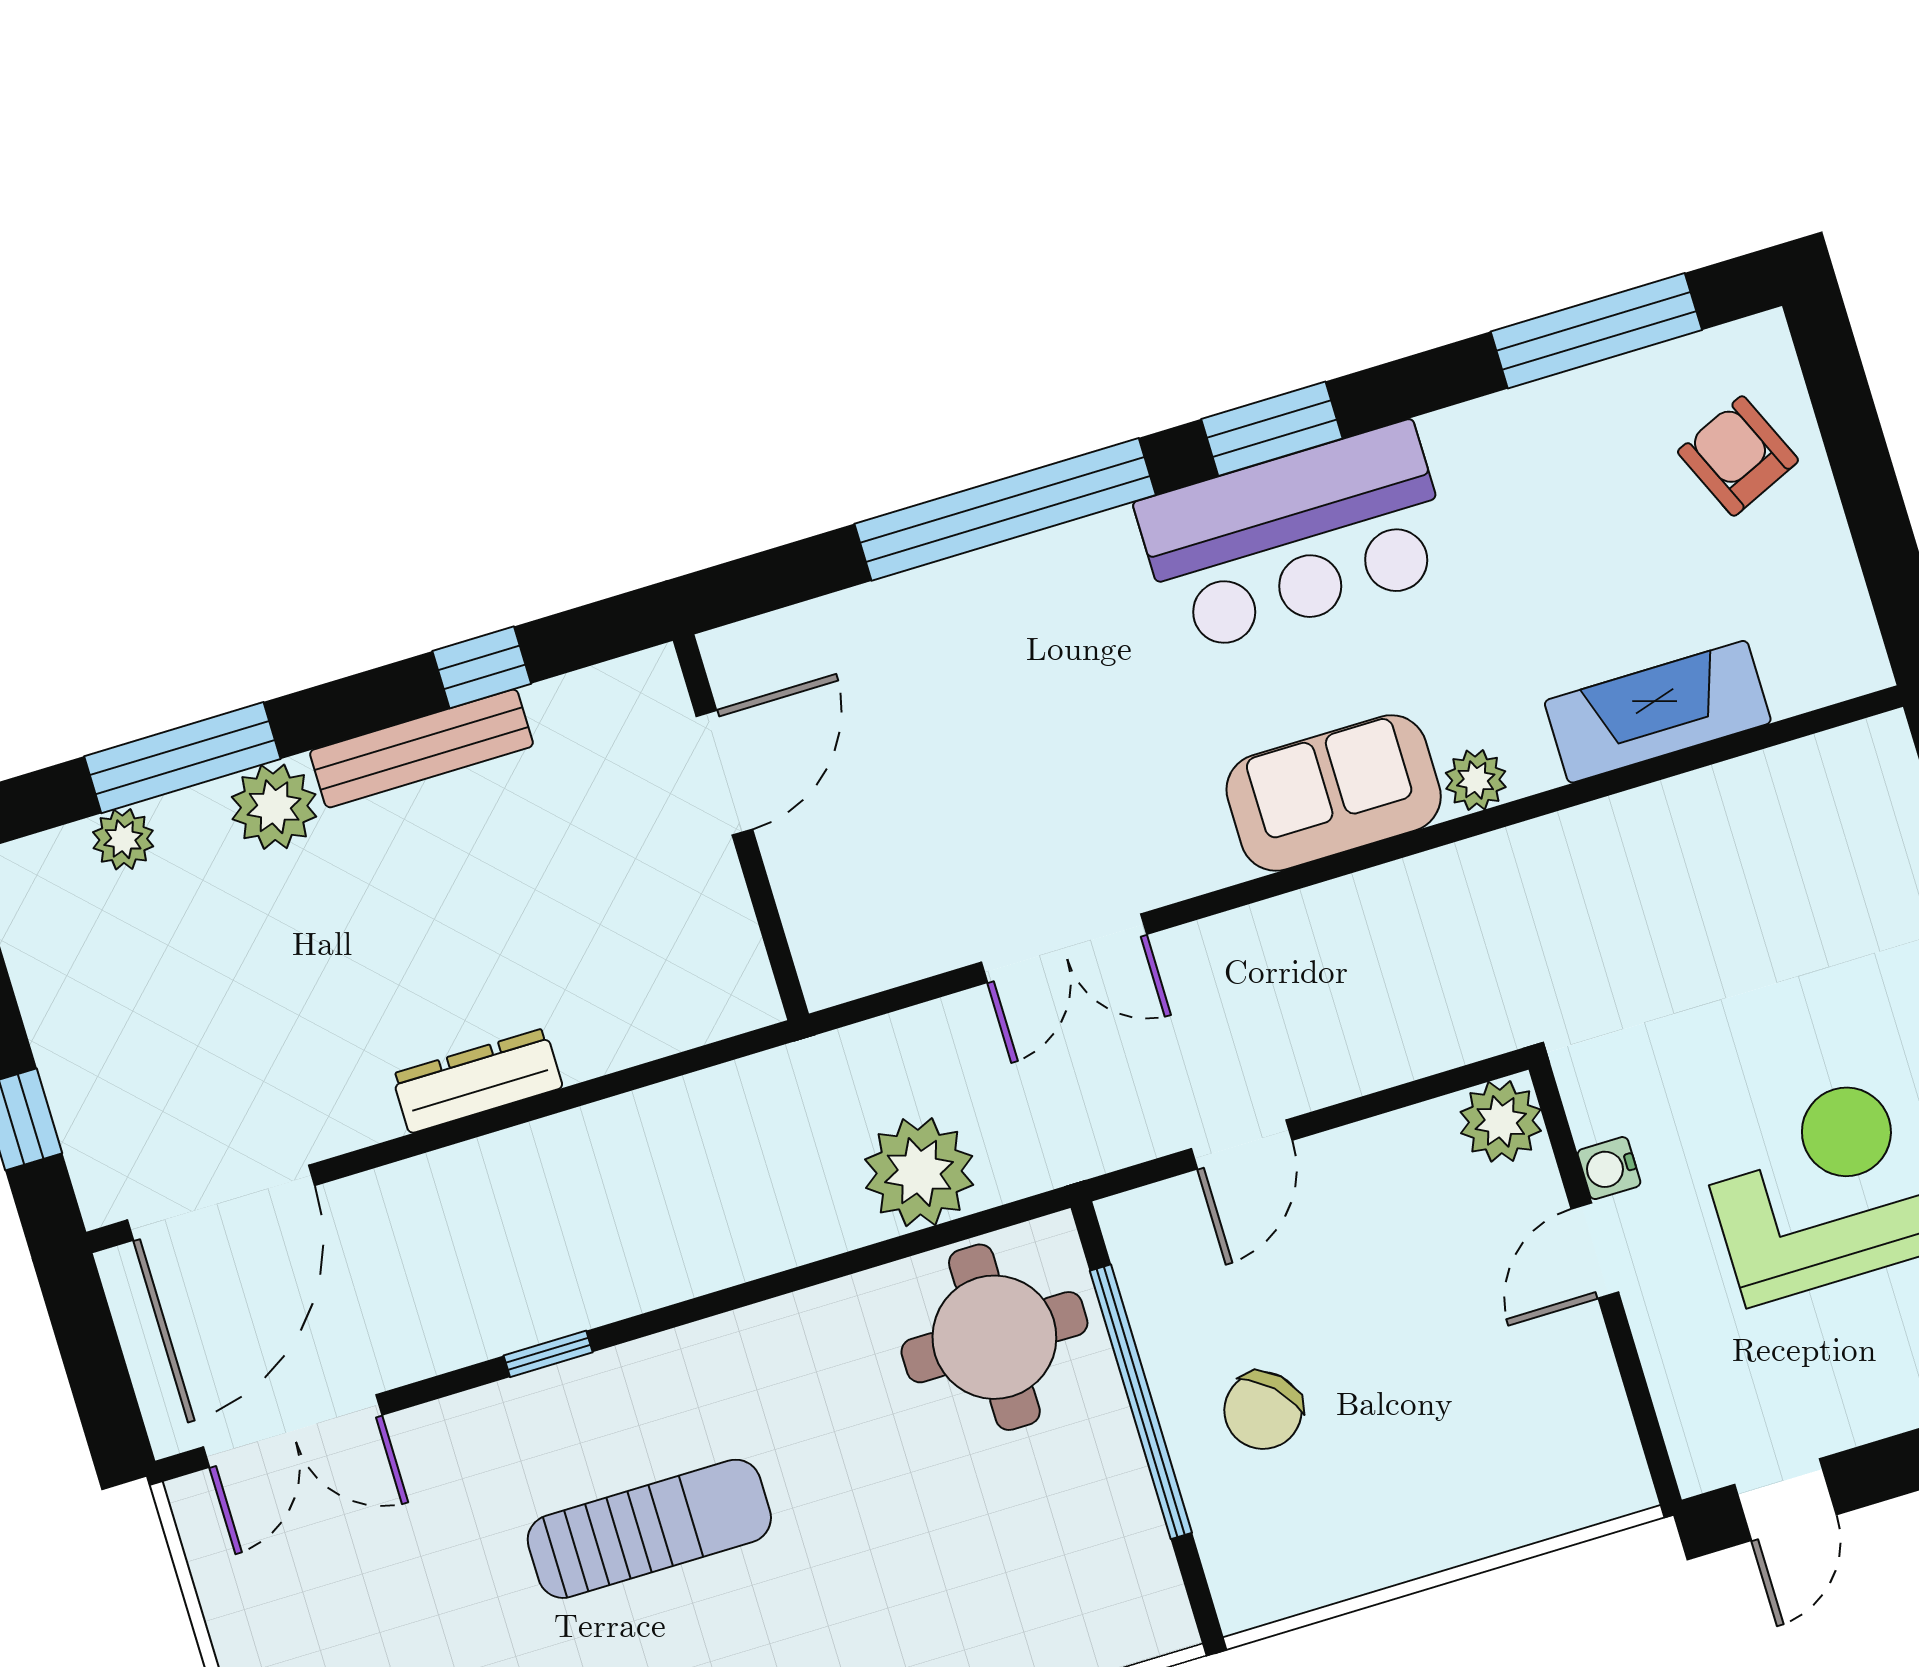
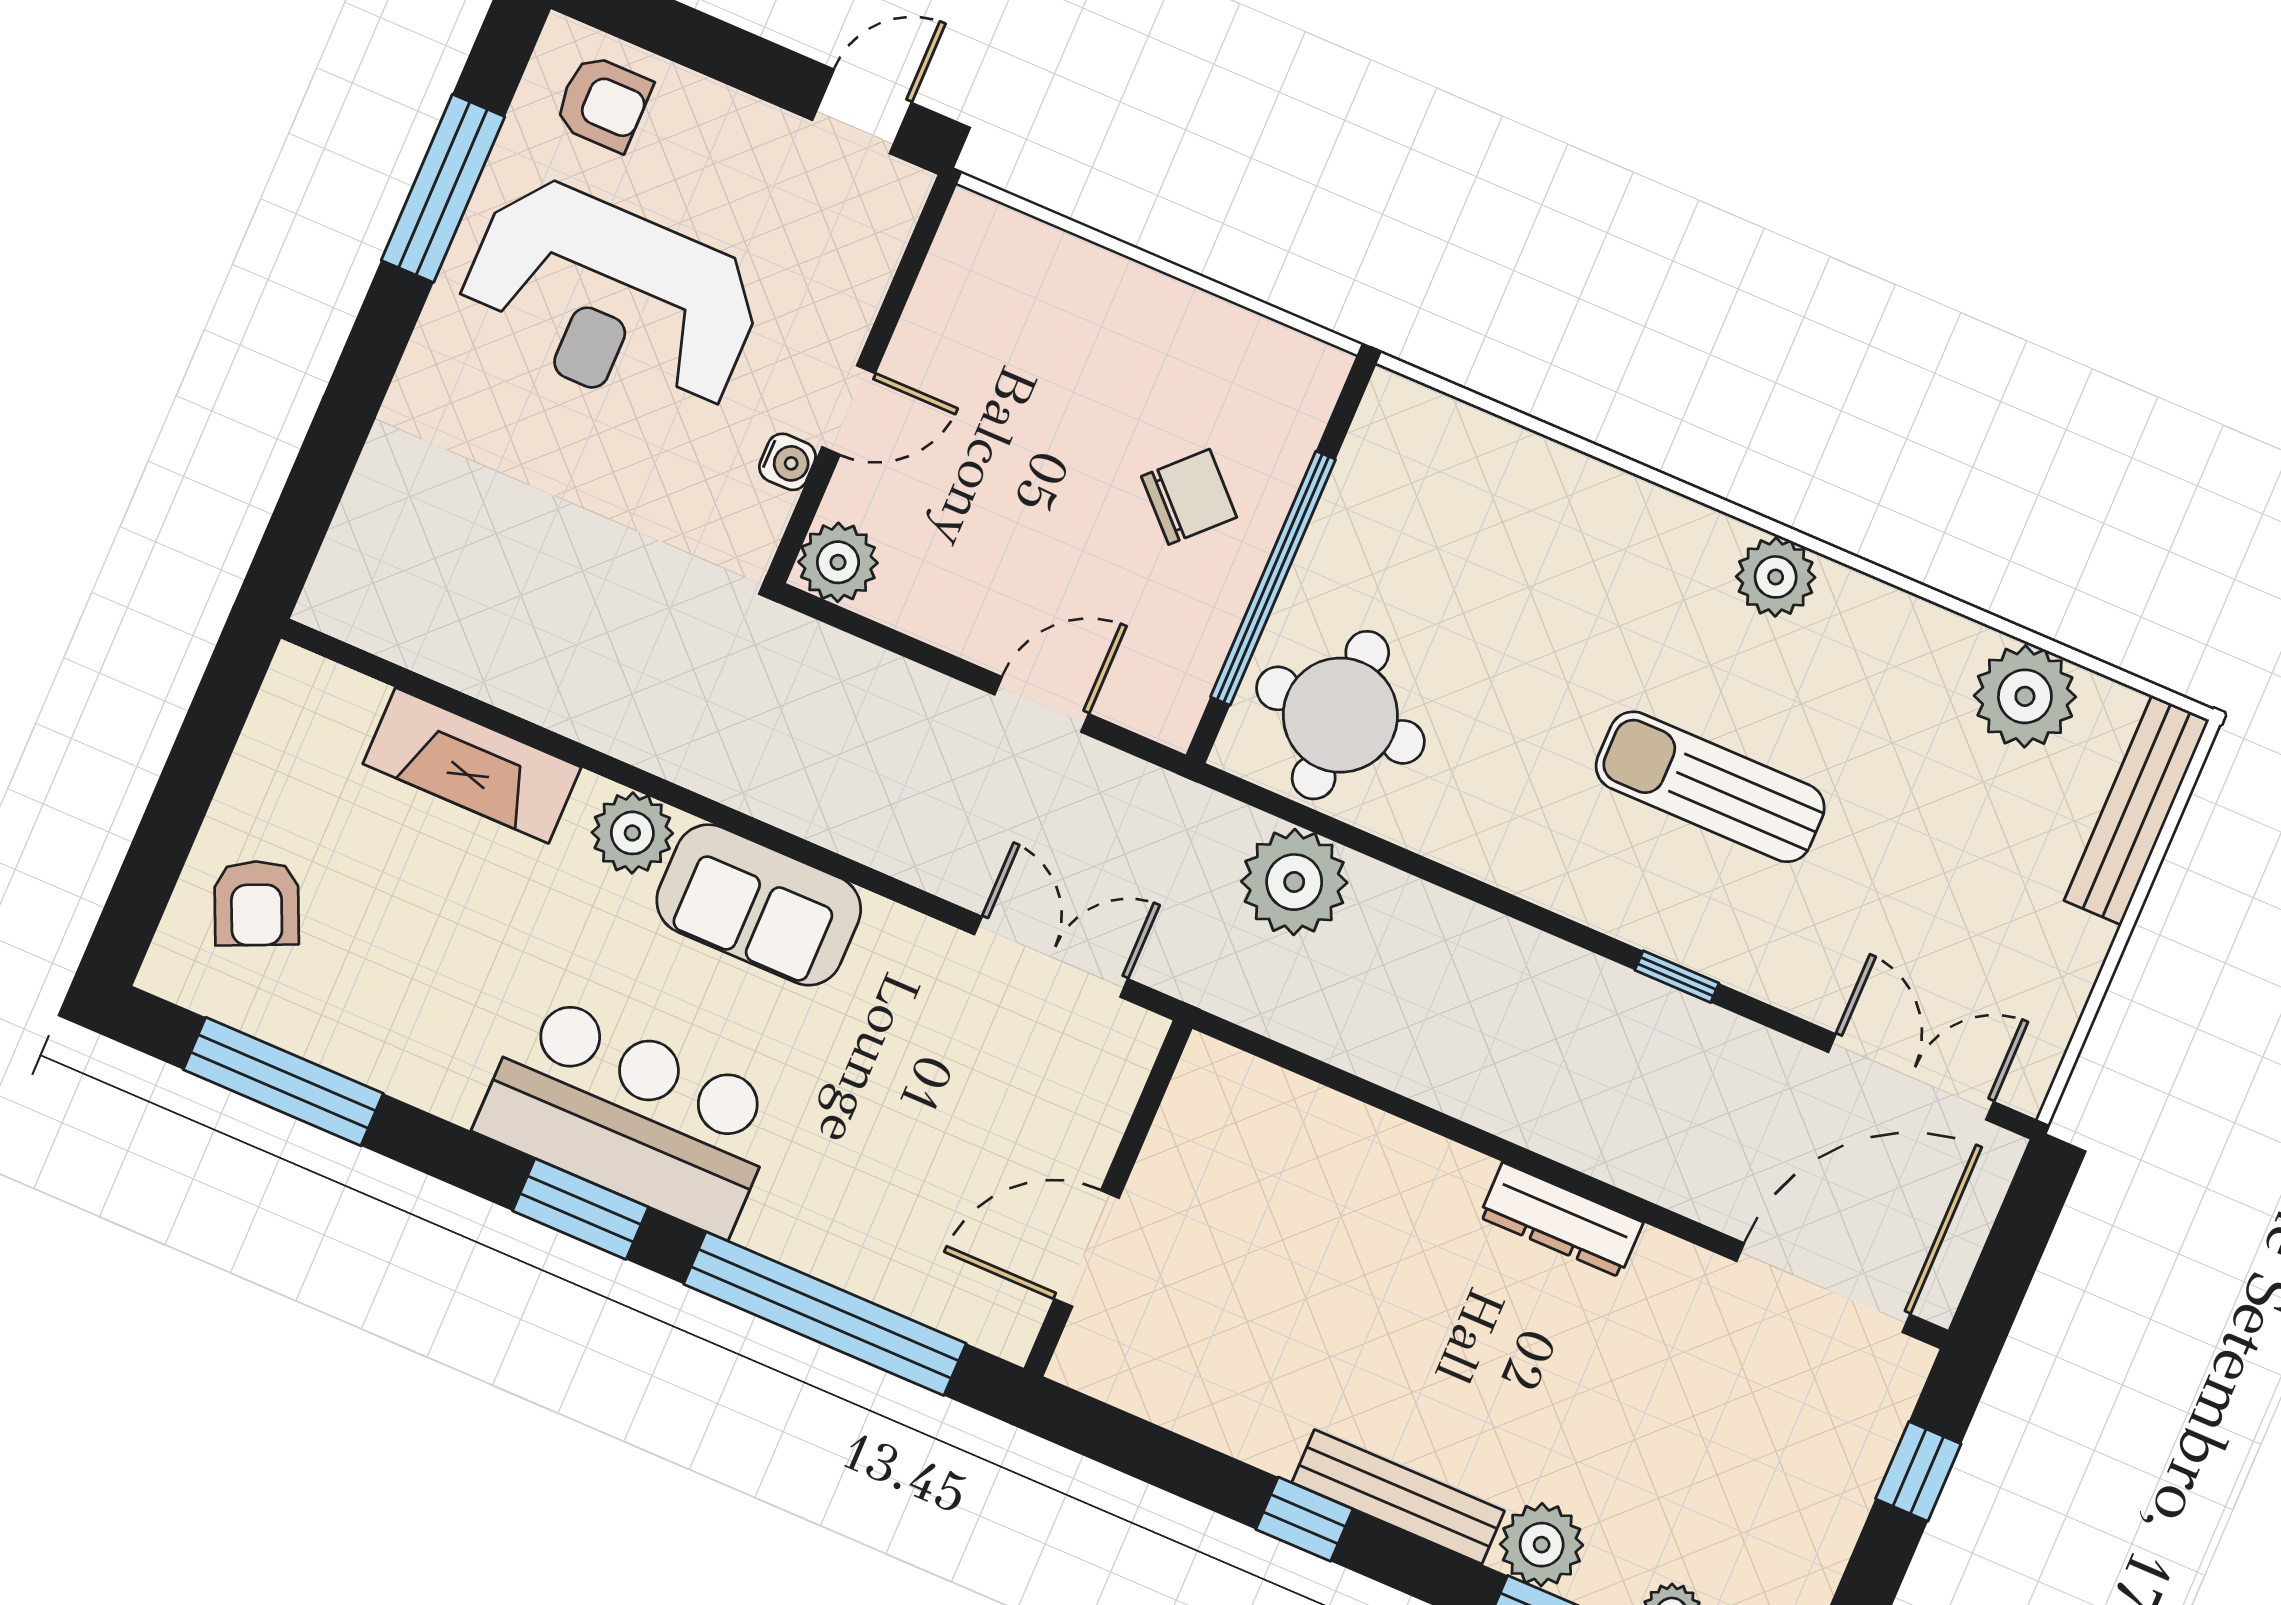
door: (724, 773) -> (1087, 1248), moved
plant: (1476, 780) -> (632, 833), width x1.38, depth x1.38
wall: (741, 827) -> (1108, 1198), moved

